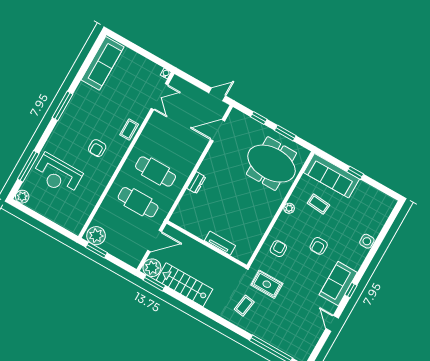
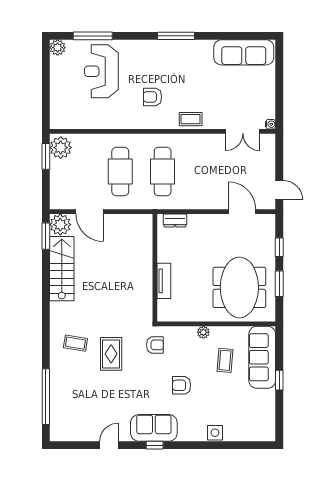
tv unit: (220, 243) -> (164, 281), moved
wall: (207, 244) -> (155, 268), moved

